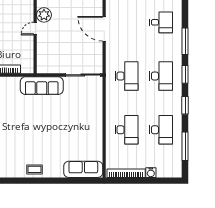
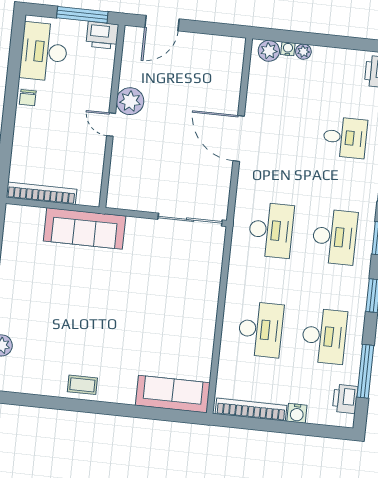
door: (35, 29) -> (111, 125), hinge flipped
sofa: (42, 86) -> (85, 228), moved
printer: (176, 162) -> (345, 399), added

